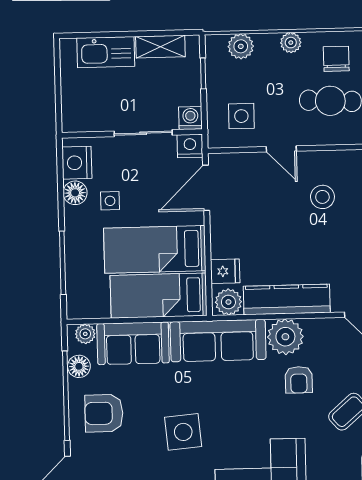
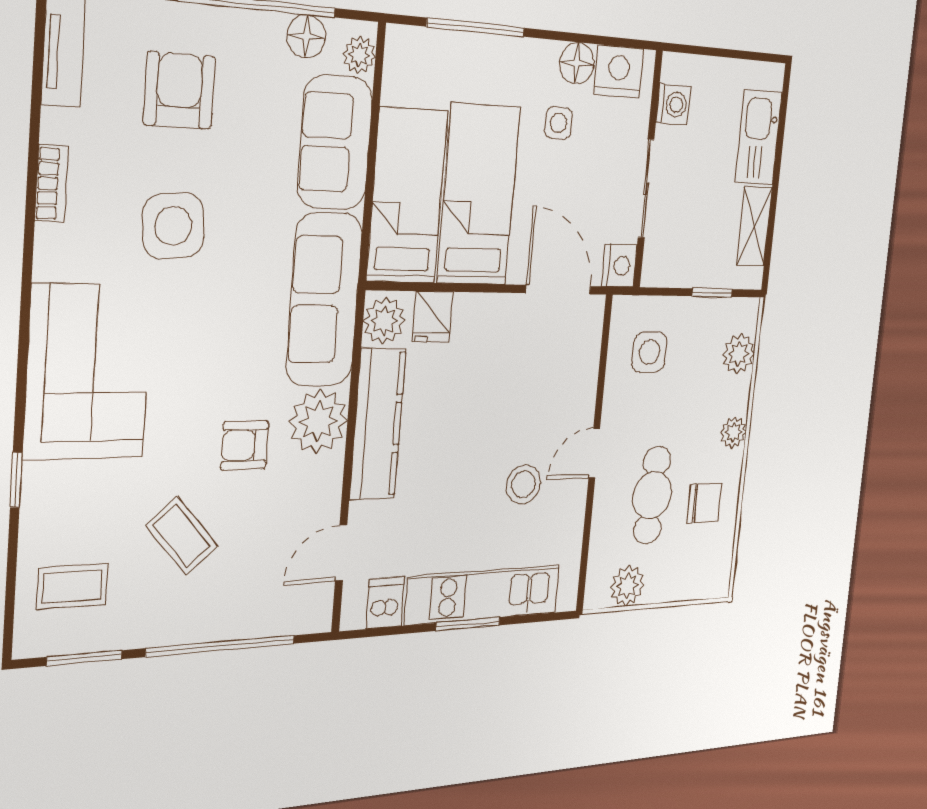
washing machine: (190, 118) -> (673, 104), moved
door: (281, 149) -> (594, 453), moved
armchair: (104, 413) -> (179, 90), moved

